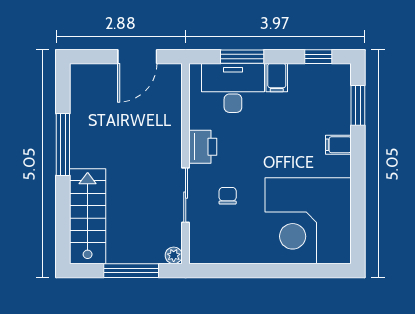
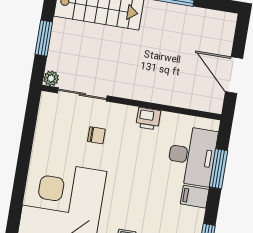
printer: (203, 147) -> (148, 119), width x0.73, depth x0.81
sliding door: (186, 195) -> (82, 94), moved
window: (131, 271) -> (44, 38), width x0.69

